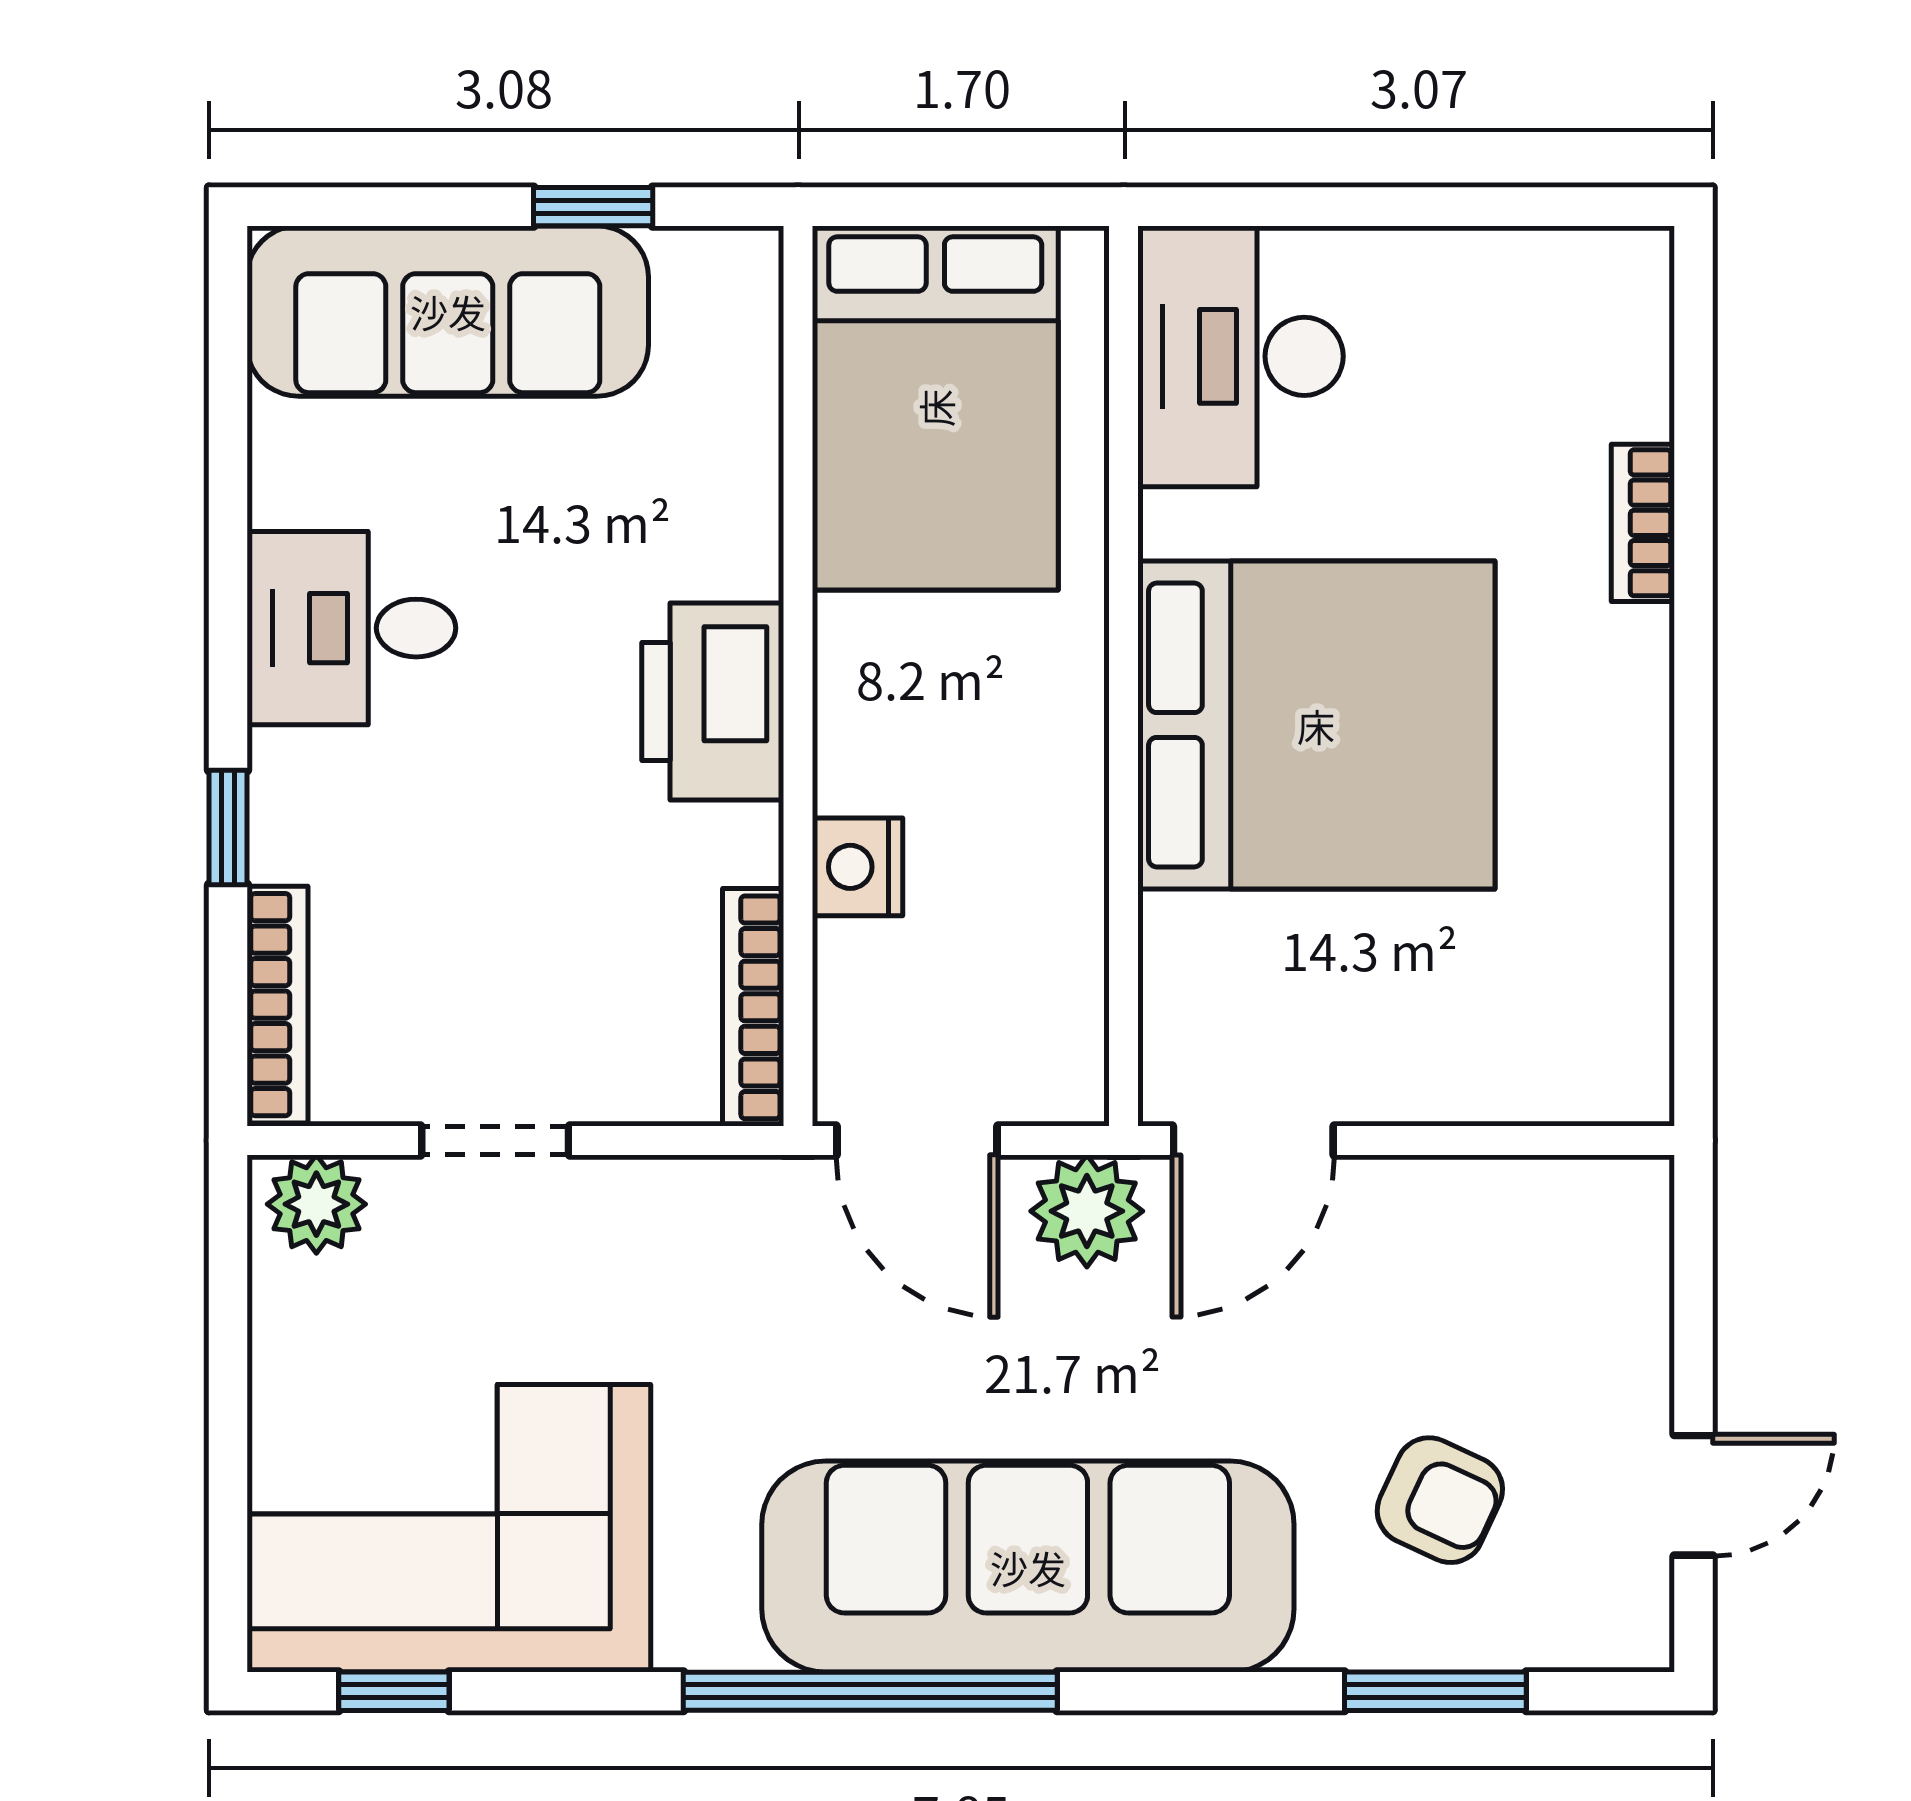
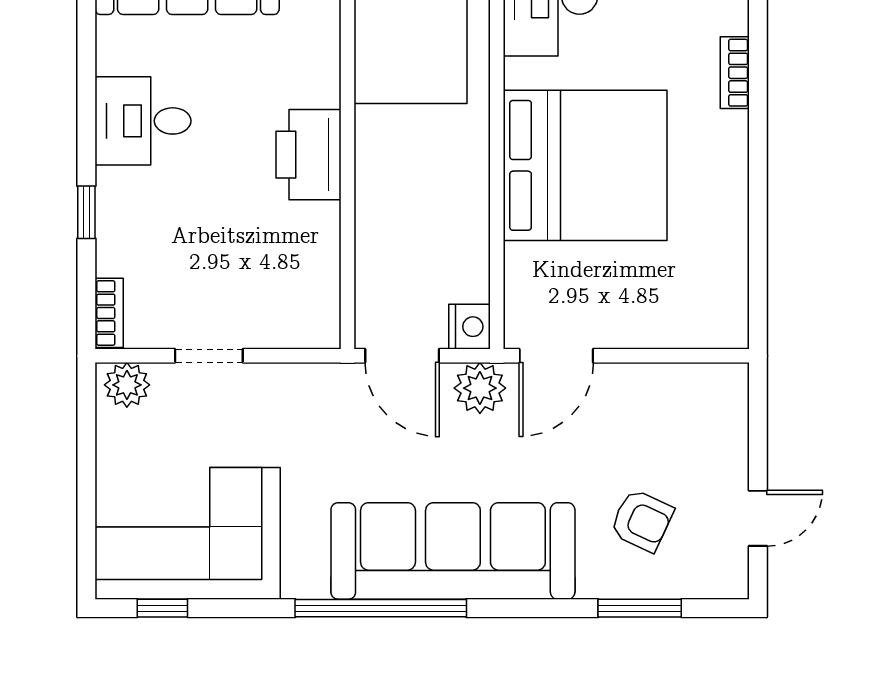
nightstand: (857, 867) -> (470, 327), moved, turned 180
bookcase: (277, 1005) -> (109, 313), width x0.64
bookcase: (753, 1007) -> (327, 295), removed

